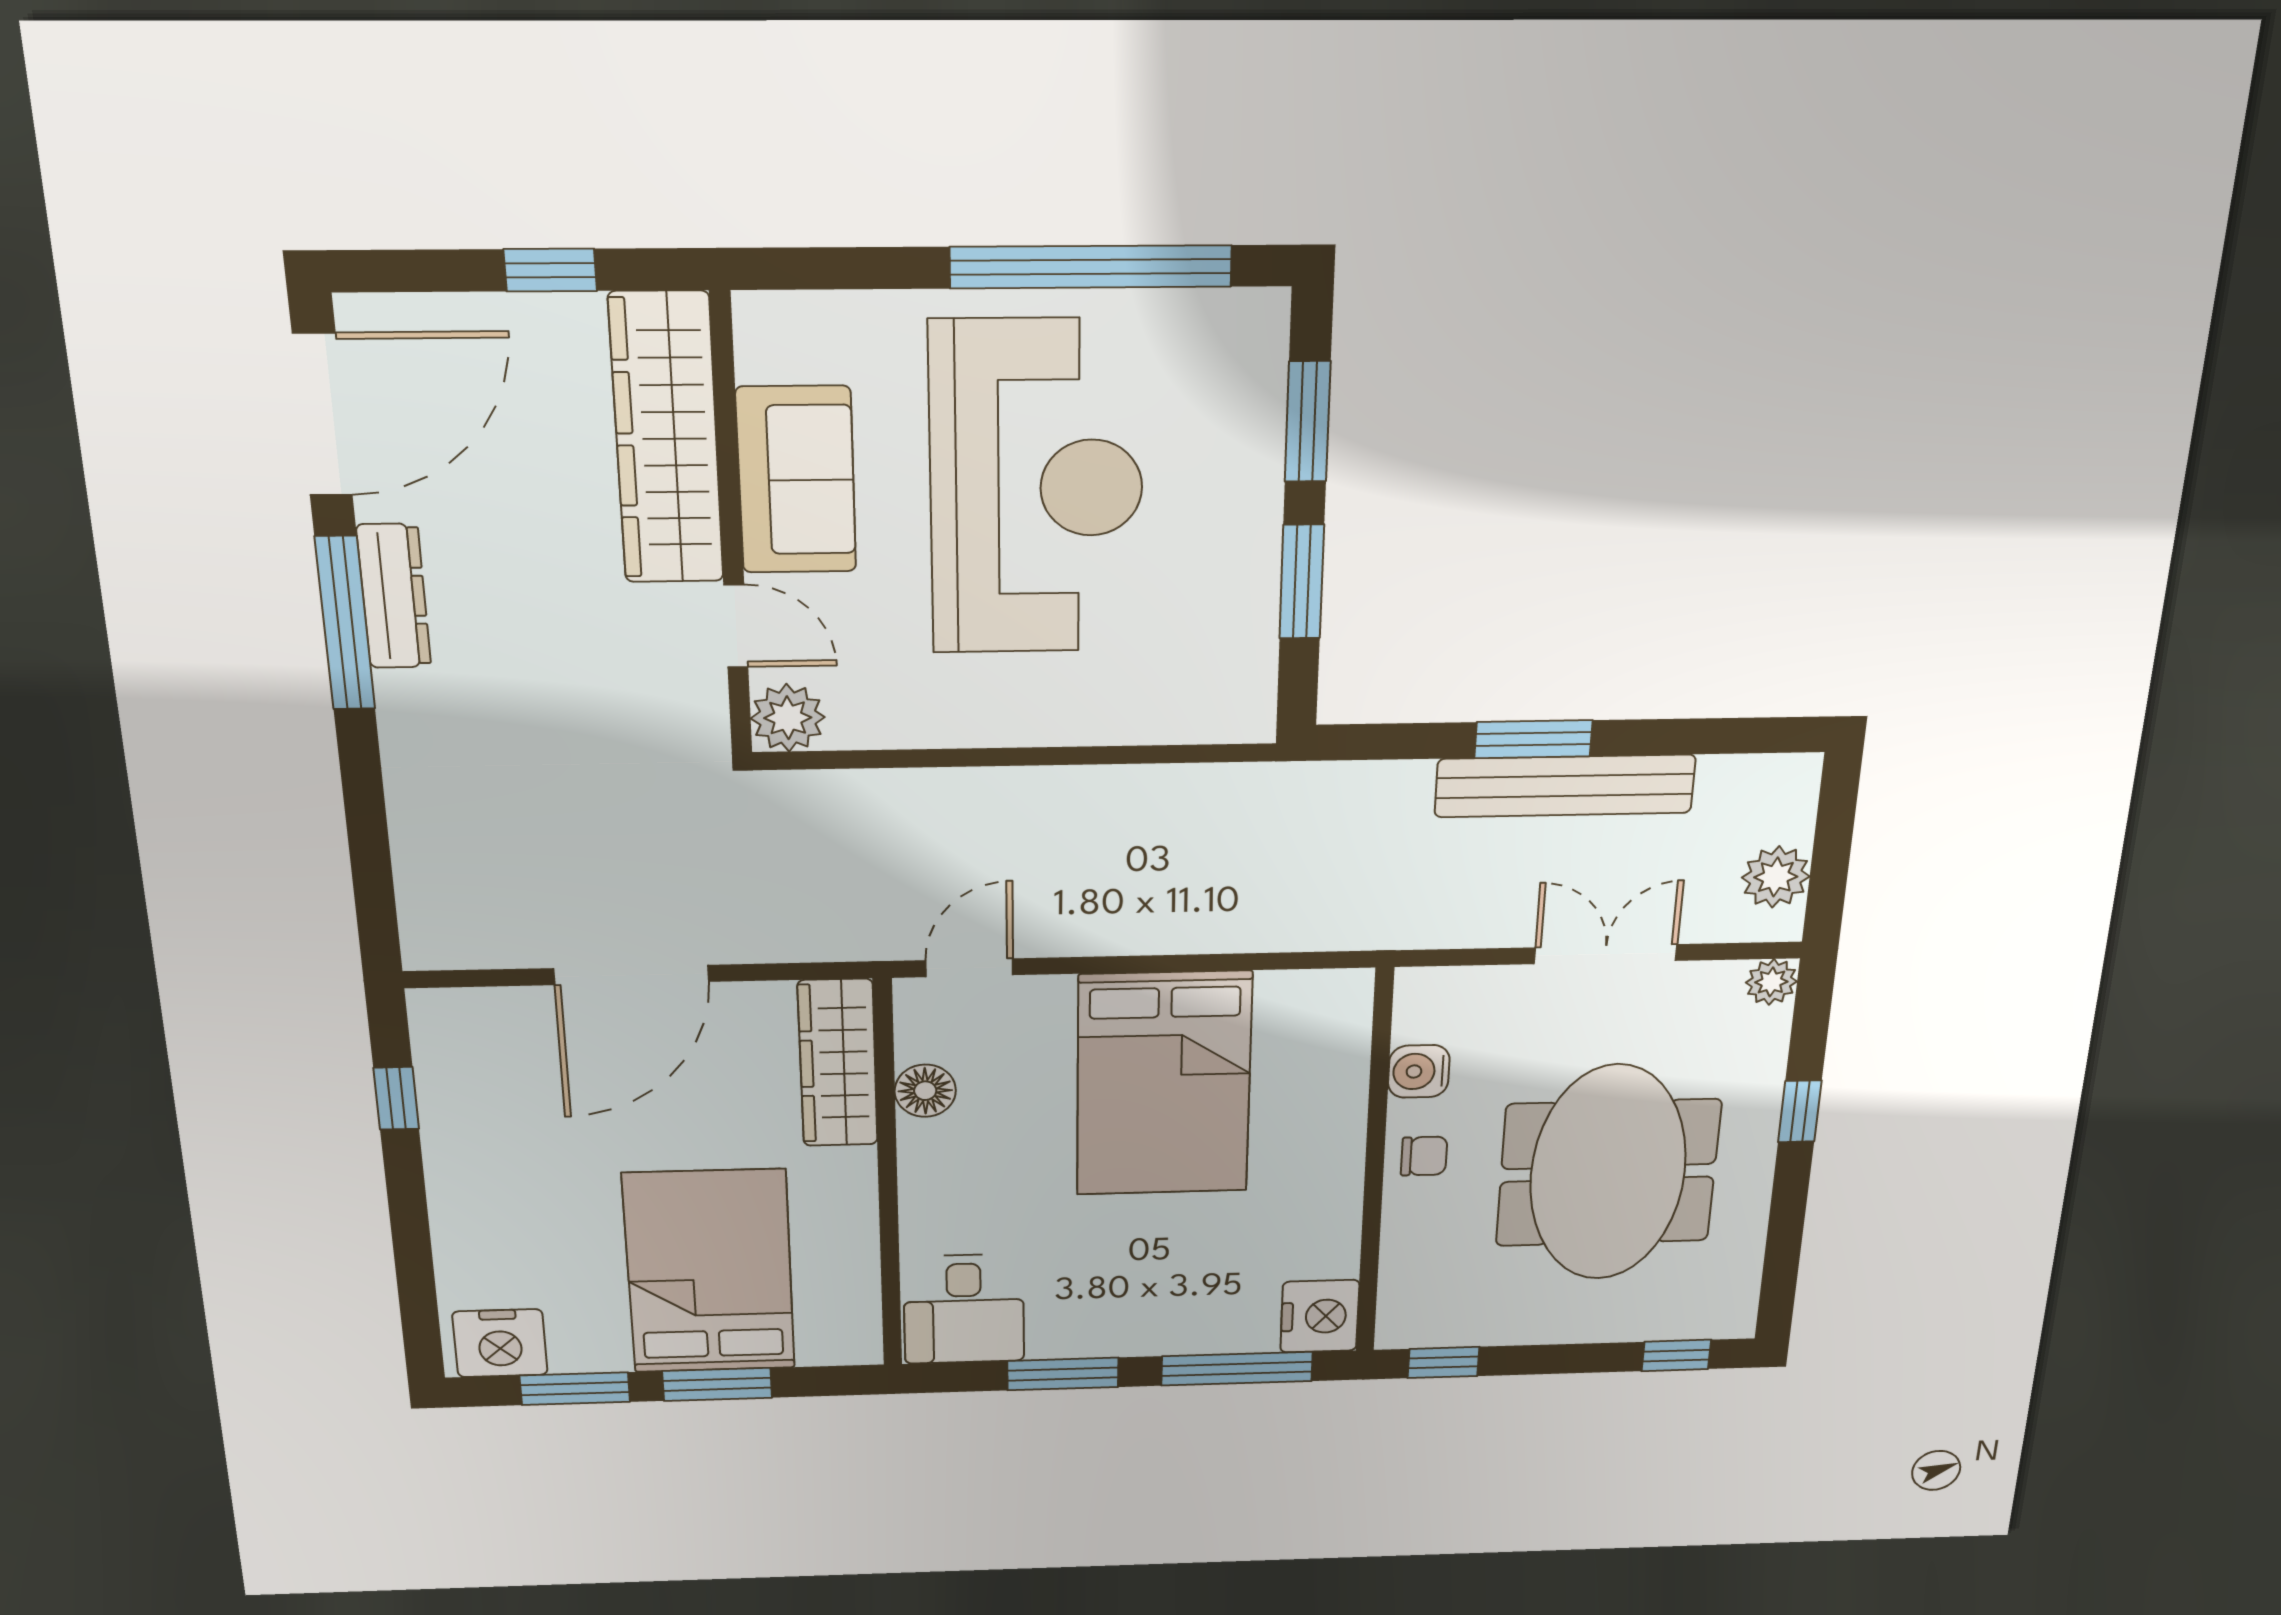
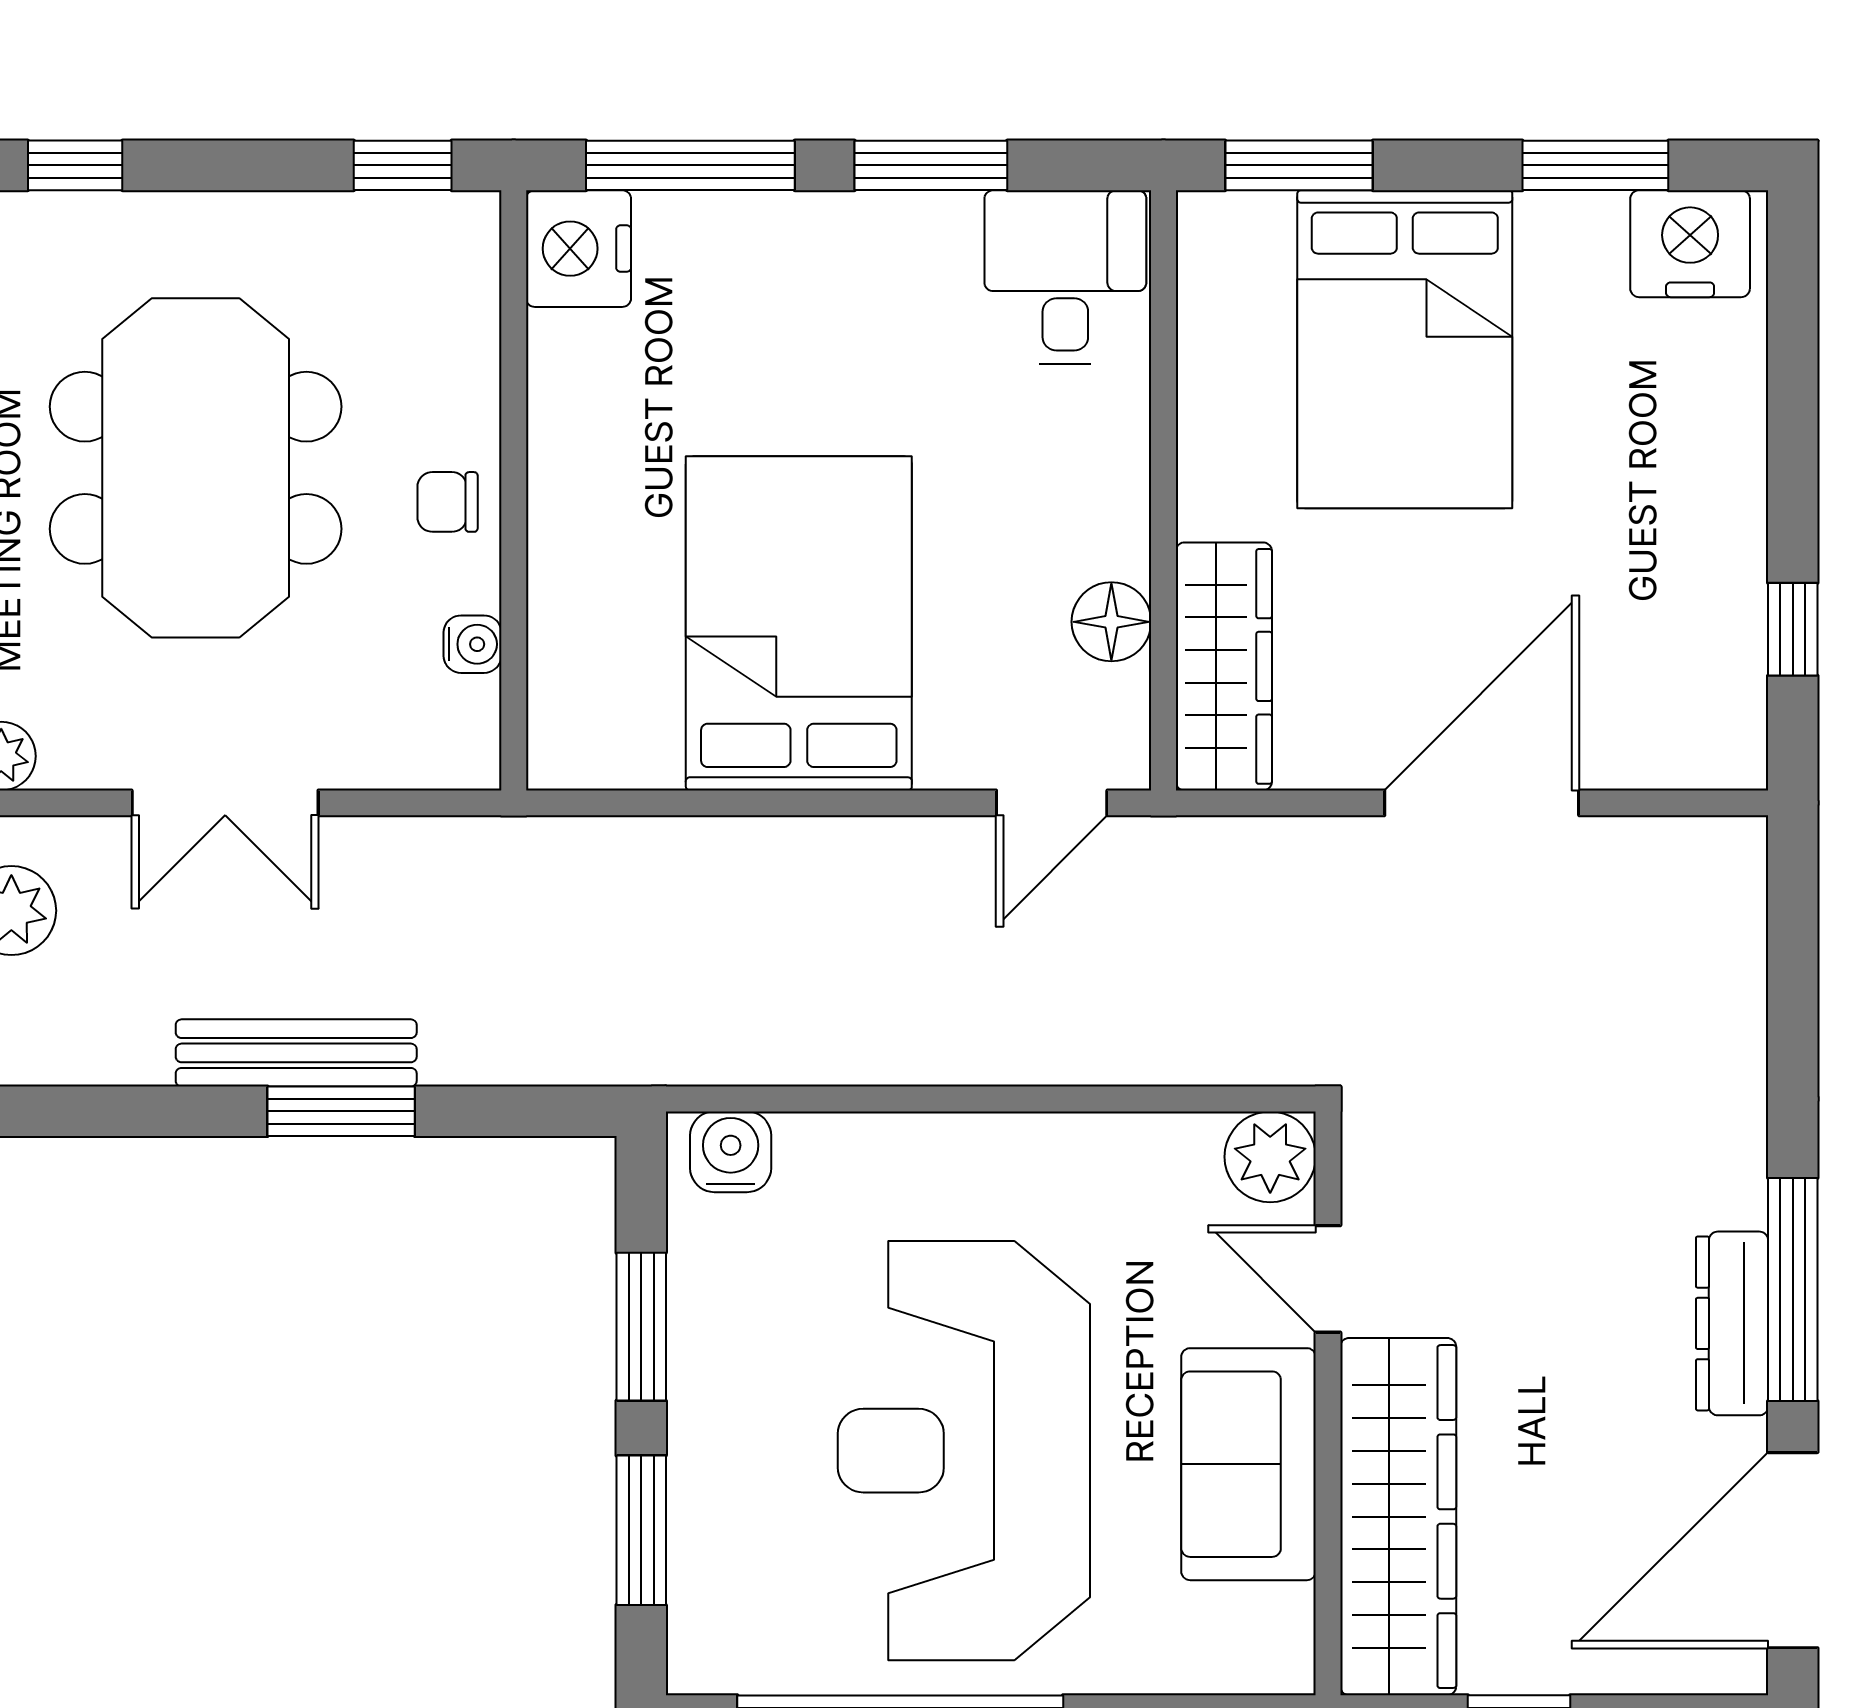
water cooler: (1225, 715) -> (731, 1152), added
bench: (1565, 786) -> (296, 1053), width x0.73, depth x0.82
water cooler: (1419, 1071) -> (473, 644), width x0.72, depth x0.72
window: (717, 1384) -> (1299, 165), moved

